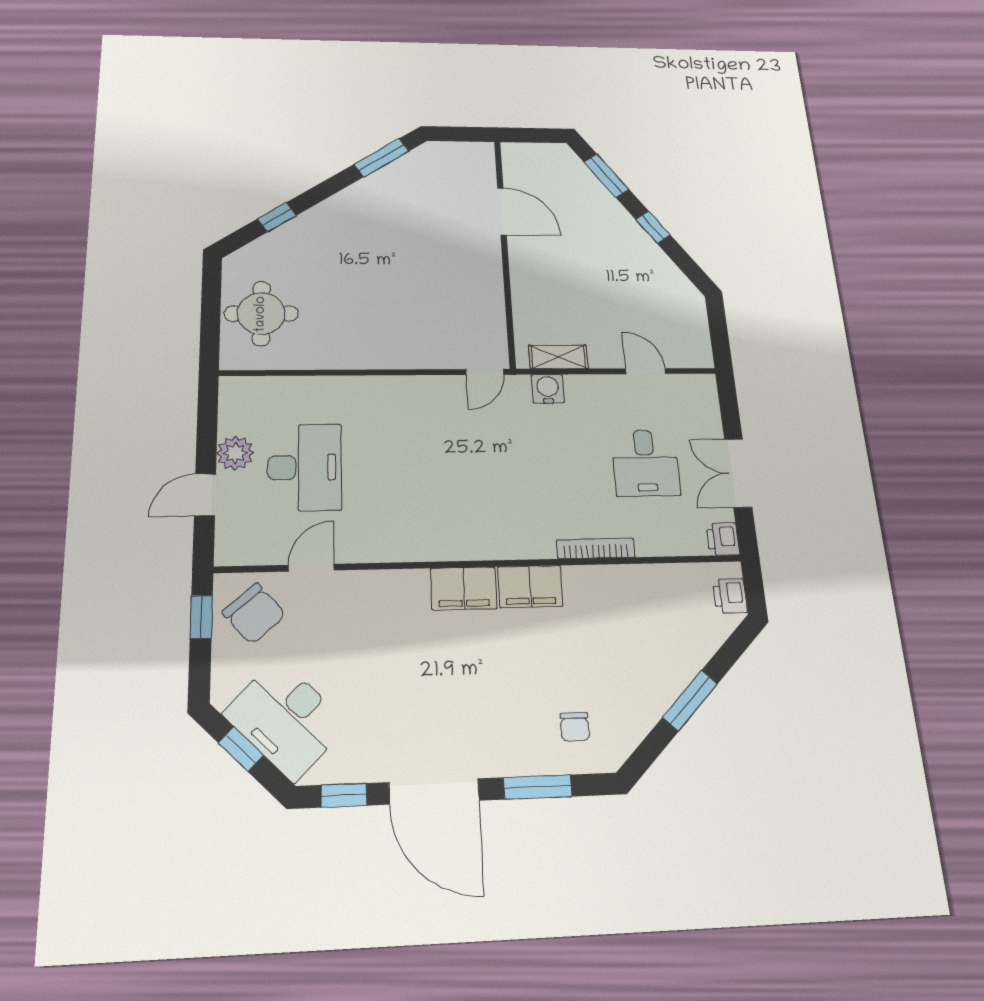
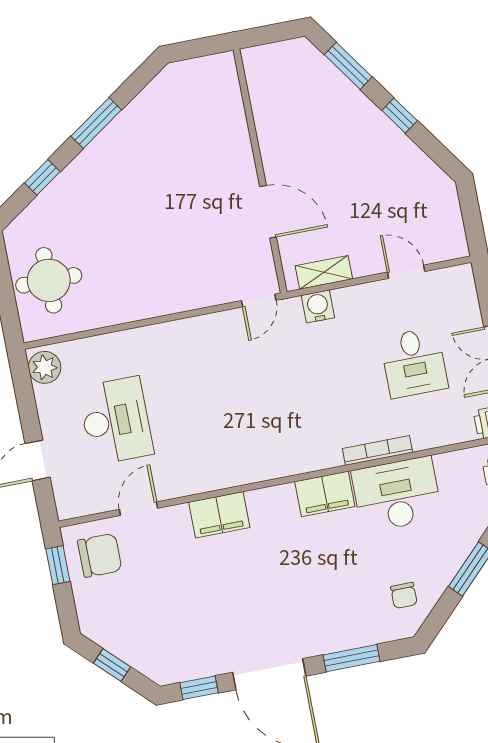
window: (382, 158) -> (96, 123), moved
door: (502, 211) -> (268, 212), moved
plant: (235, 453) -> (45, 367), moved
filing cabinet: (464, 588) -> (219, 515), moved
chair: (254, 614) -> (100, 555), turned -49
desk: (286, 719) -> (397, 494), moved, turned 136
chair: (575, 727) -> (404, 595), moved

